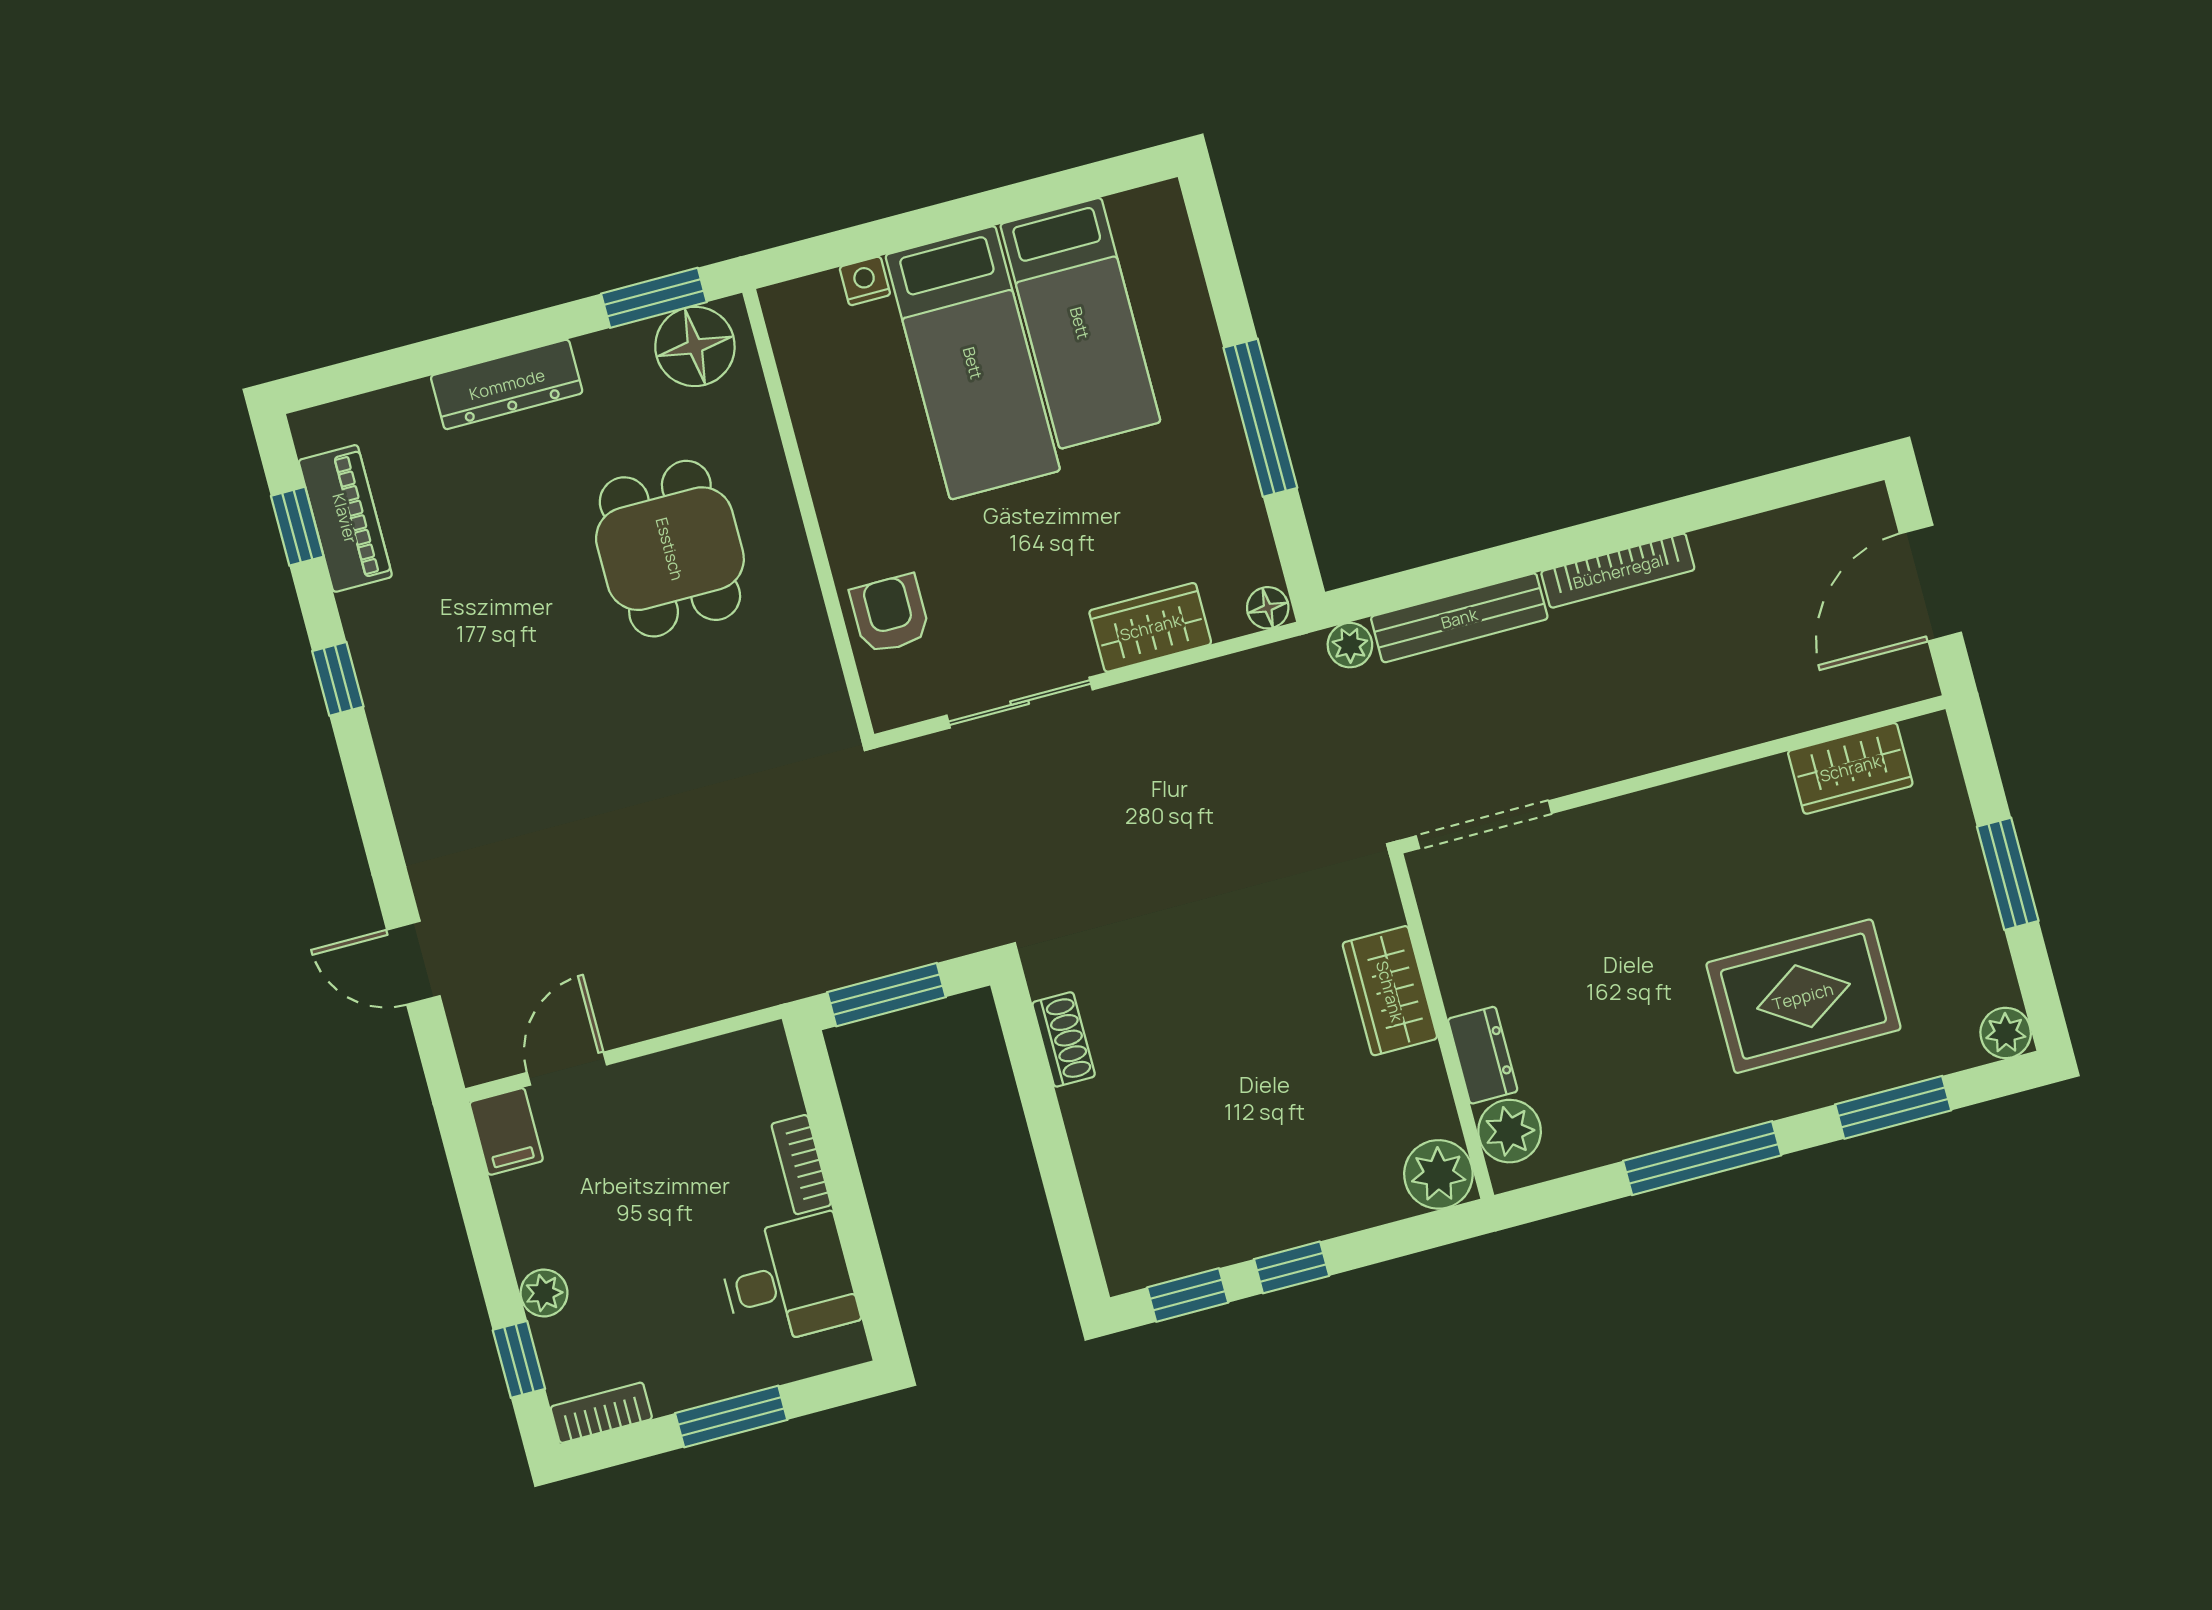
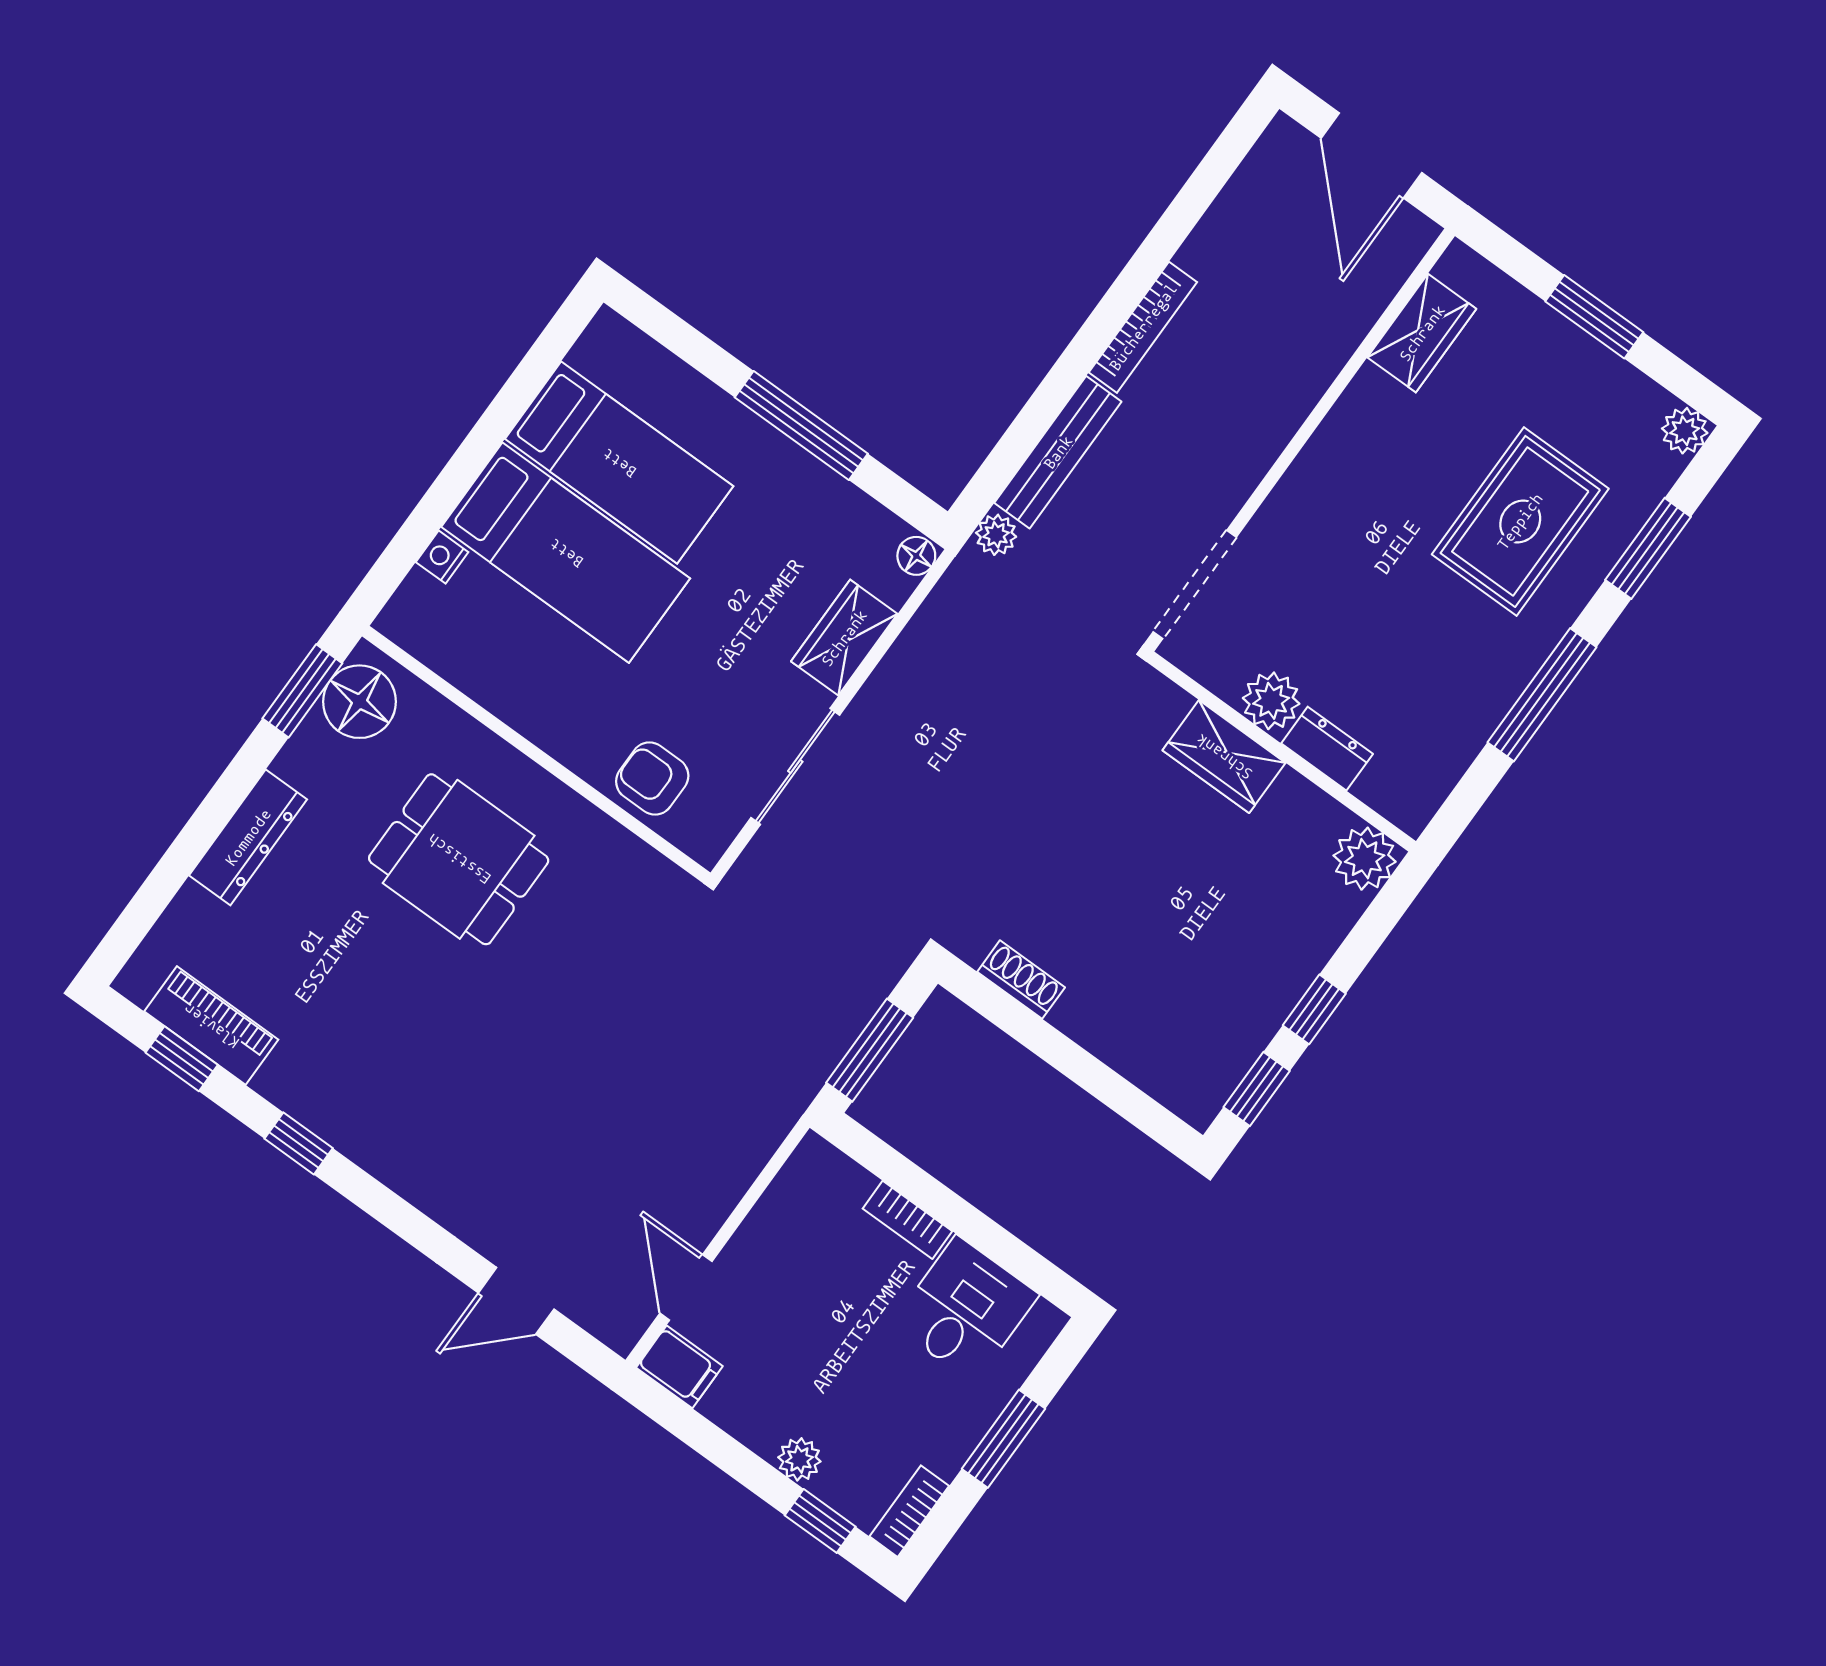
plant: (1510, 1131) -> (1271, 701), moved

